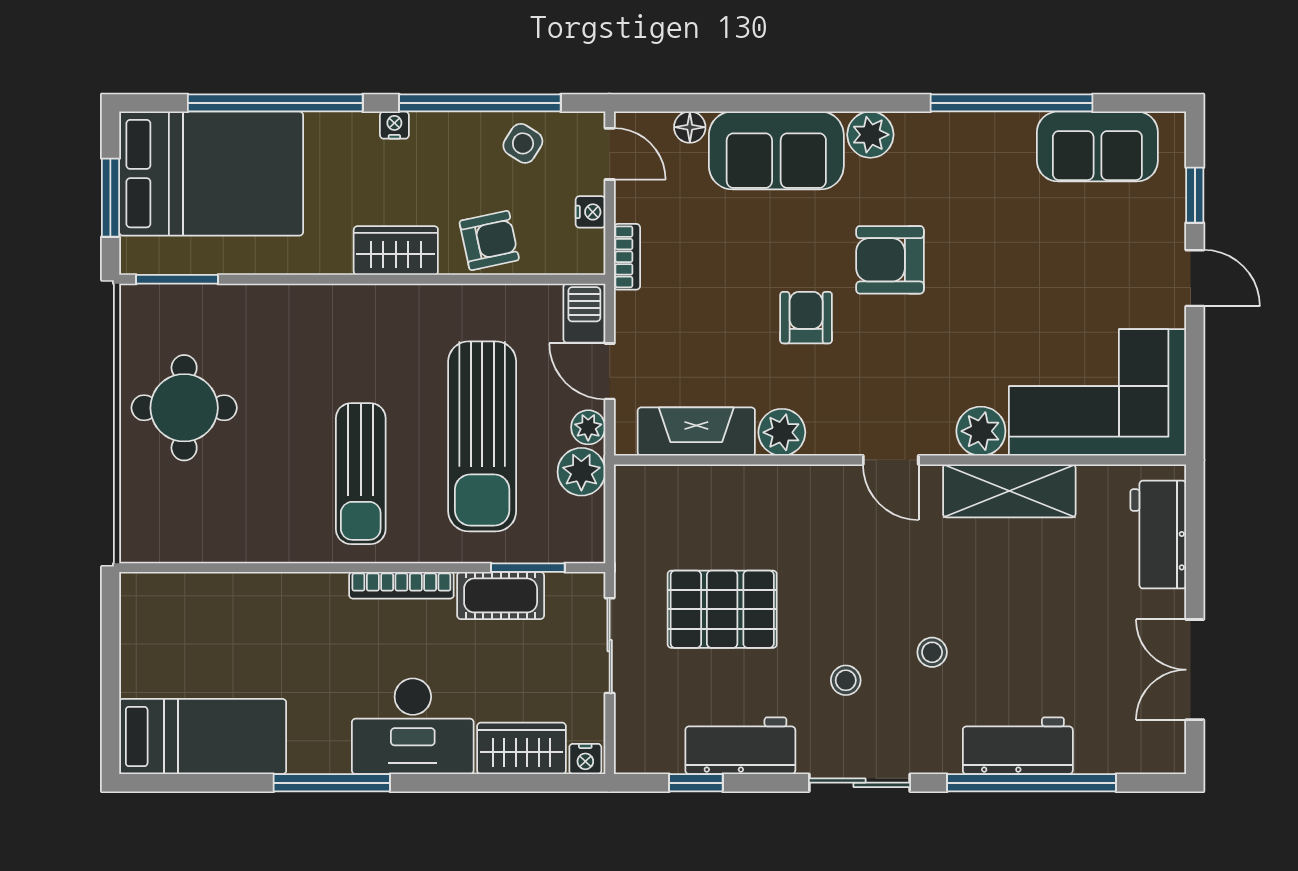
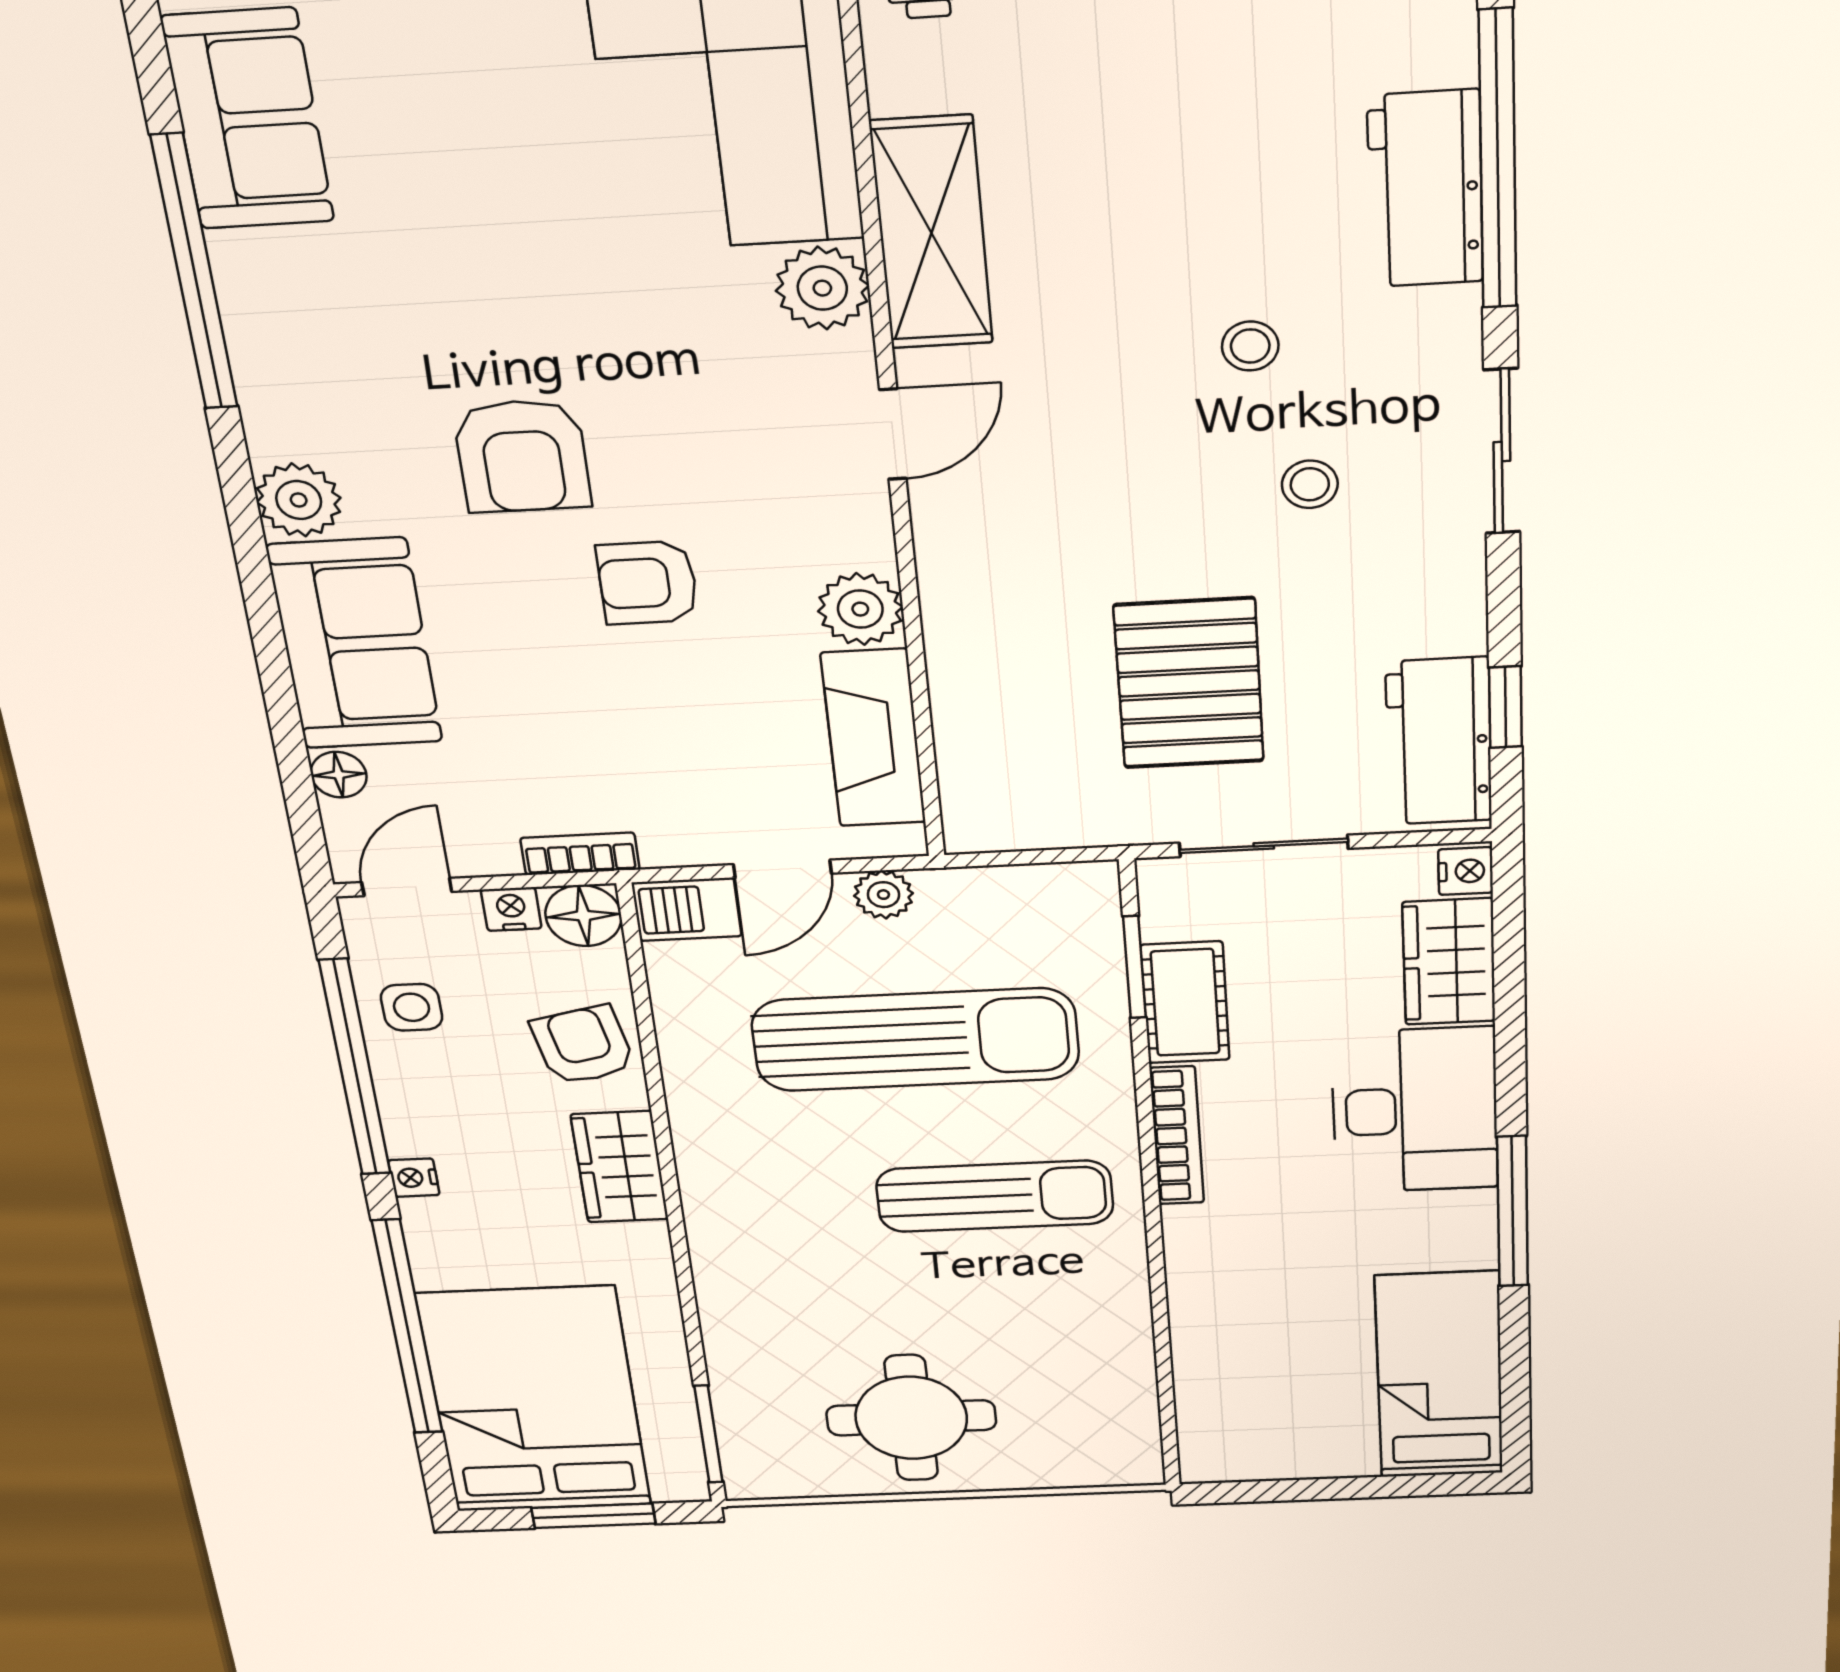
side table: (523, 143) -> (412, 1007), turned -32
floor lamp: (583, 253) -> (583, 916), added
plant: (581, 472) -> (962, 900), removed
workbench: (740, 746) -> (1439, 741), moved

